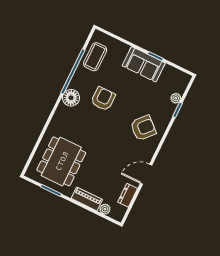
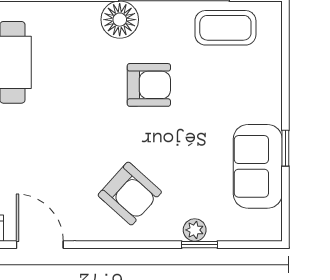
sofa: (144, 64) -> (258, 166), moved
plant: (176, 98) -> (195, 230), moved

